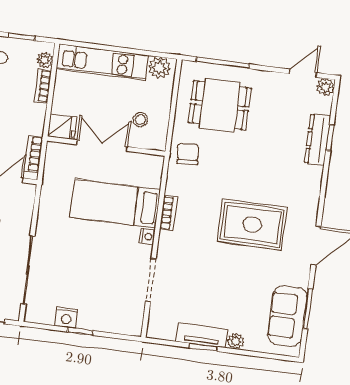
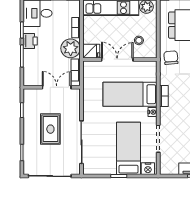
plant: (45, 60) -> (71, 48), moved, width x1.88, depth x1.88
bed: (101, 289) -> (128, 148), added
nightstand: (66, 318) -> (148, 169), moved

